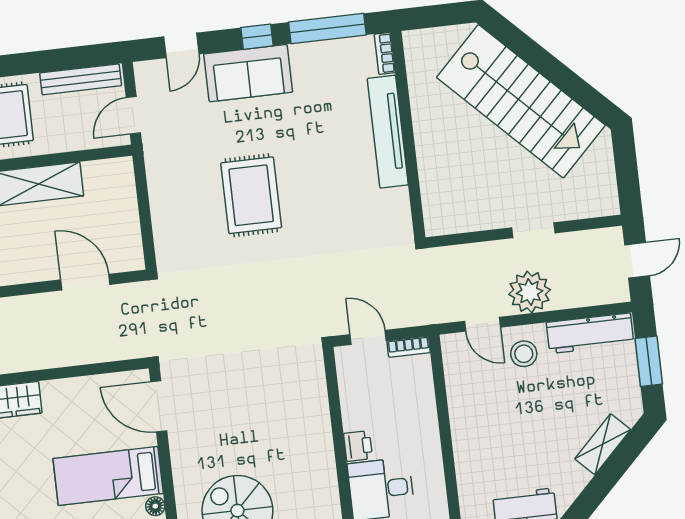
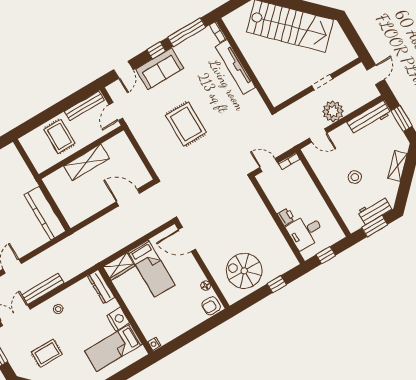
stool: (524, 354) -> (355, 177), moved
bed: (108, 476) -> (151, 268), moved, turned -90

